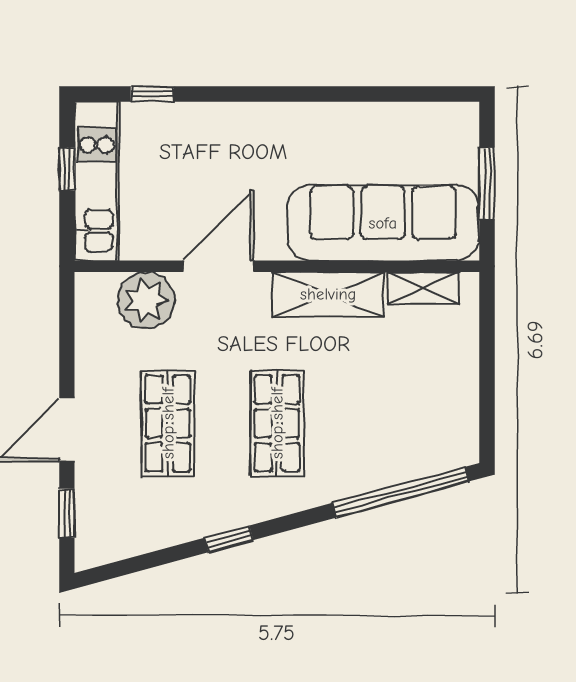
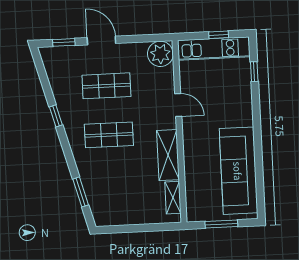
sofa: (383, 223) -> (238, 171), moved, turned 180
door: (218, 266) -> (178, 105), width x0.73
plant: (146, 300) -> (160, 54), moved
window: (401, 492) -> (81, 192), width x0.47

